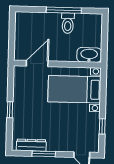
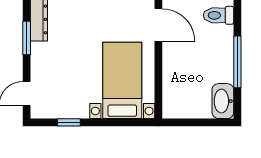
toilet: (68, 23) -> (219, 15), moved
washbasin: (89, 55) -> (223, 101), moved, turned 180

